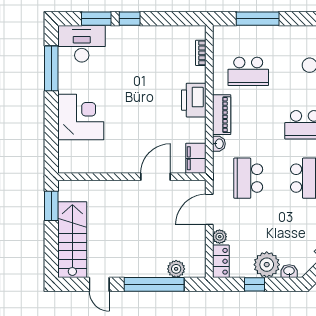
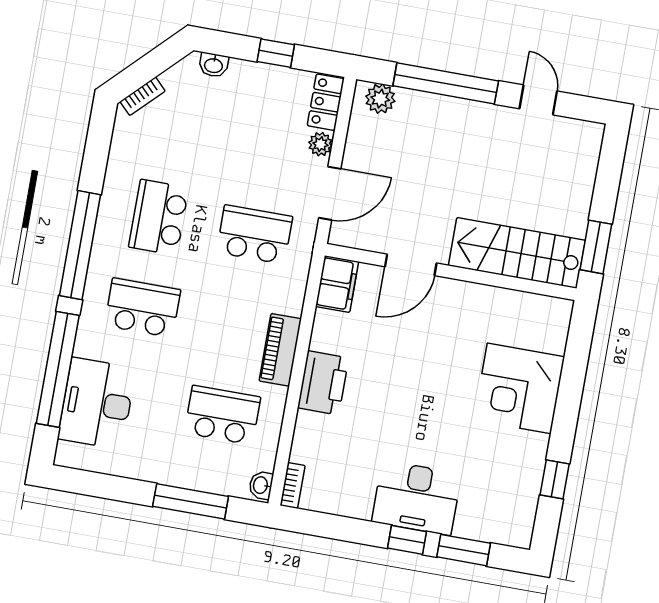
desk: (82, 44) -> (416, 498), moved
bookcase: (201, 53) -> (292, 485), moved
window: (51, 68) -> (555, 479), width x0.46
washbasin: (219, 144) -> (261, 485), moved
school desk: (248, 178) -> (255, 234), turned -90
stairs: (72, 240) -> (517, 253), moved, turned 90
plant: (267, 265) -> (249, 83), removed
plant: (176, 269) -> (380, 99), moved

